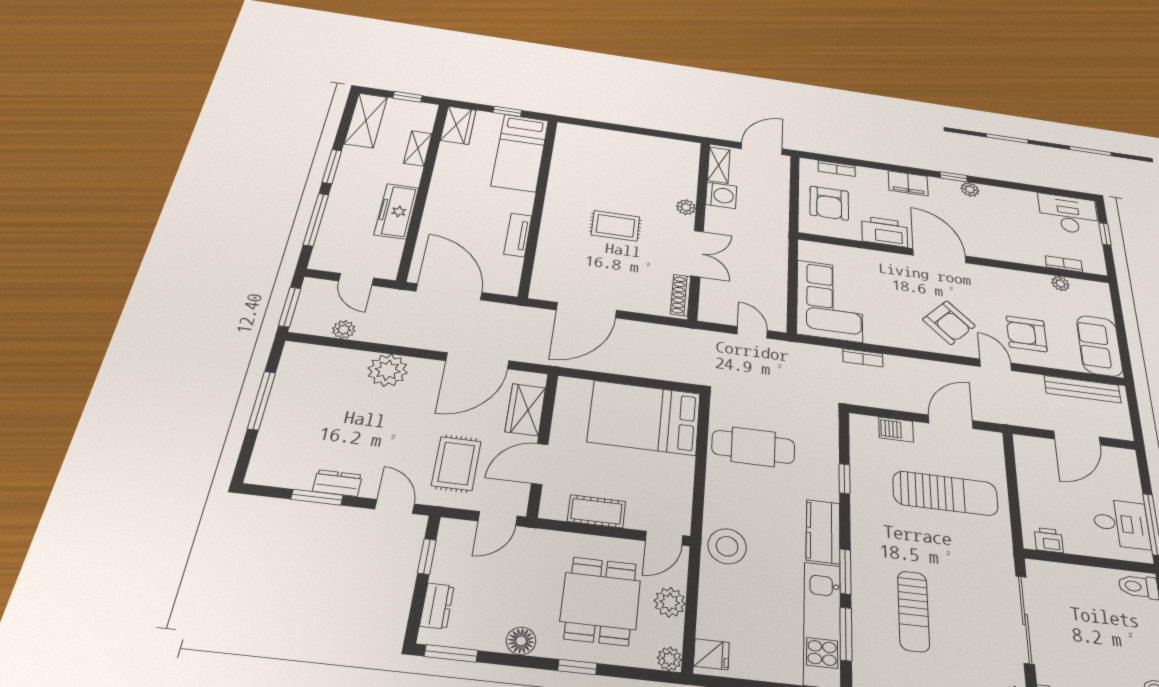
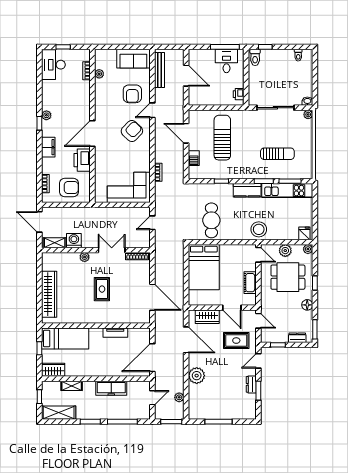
wardrobe: (615, 142) -> (49, 294), added

